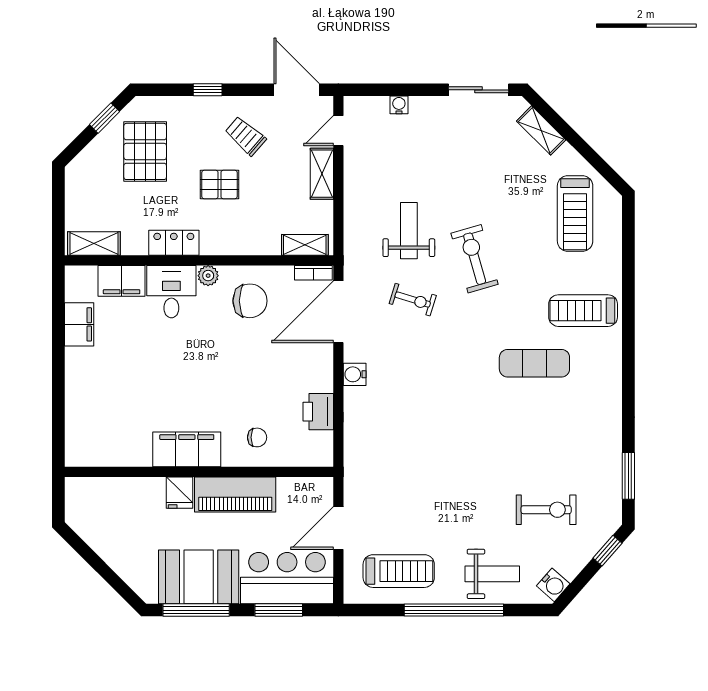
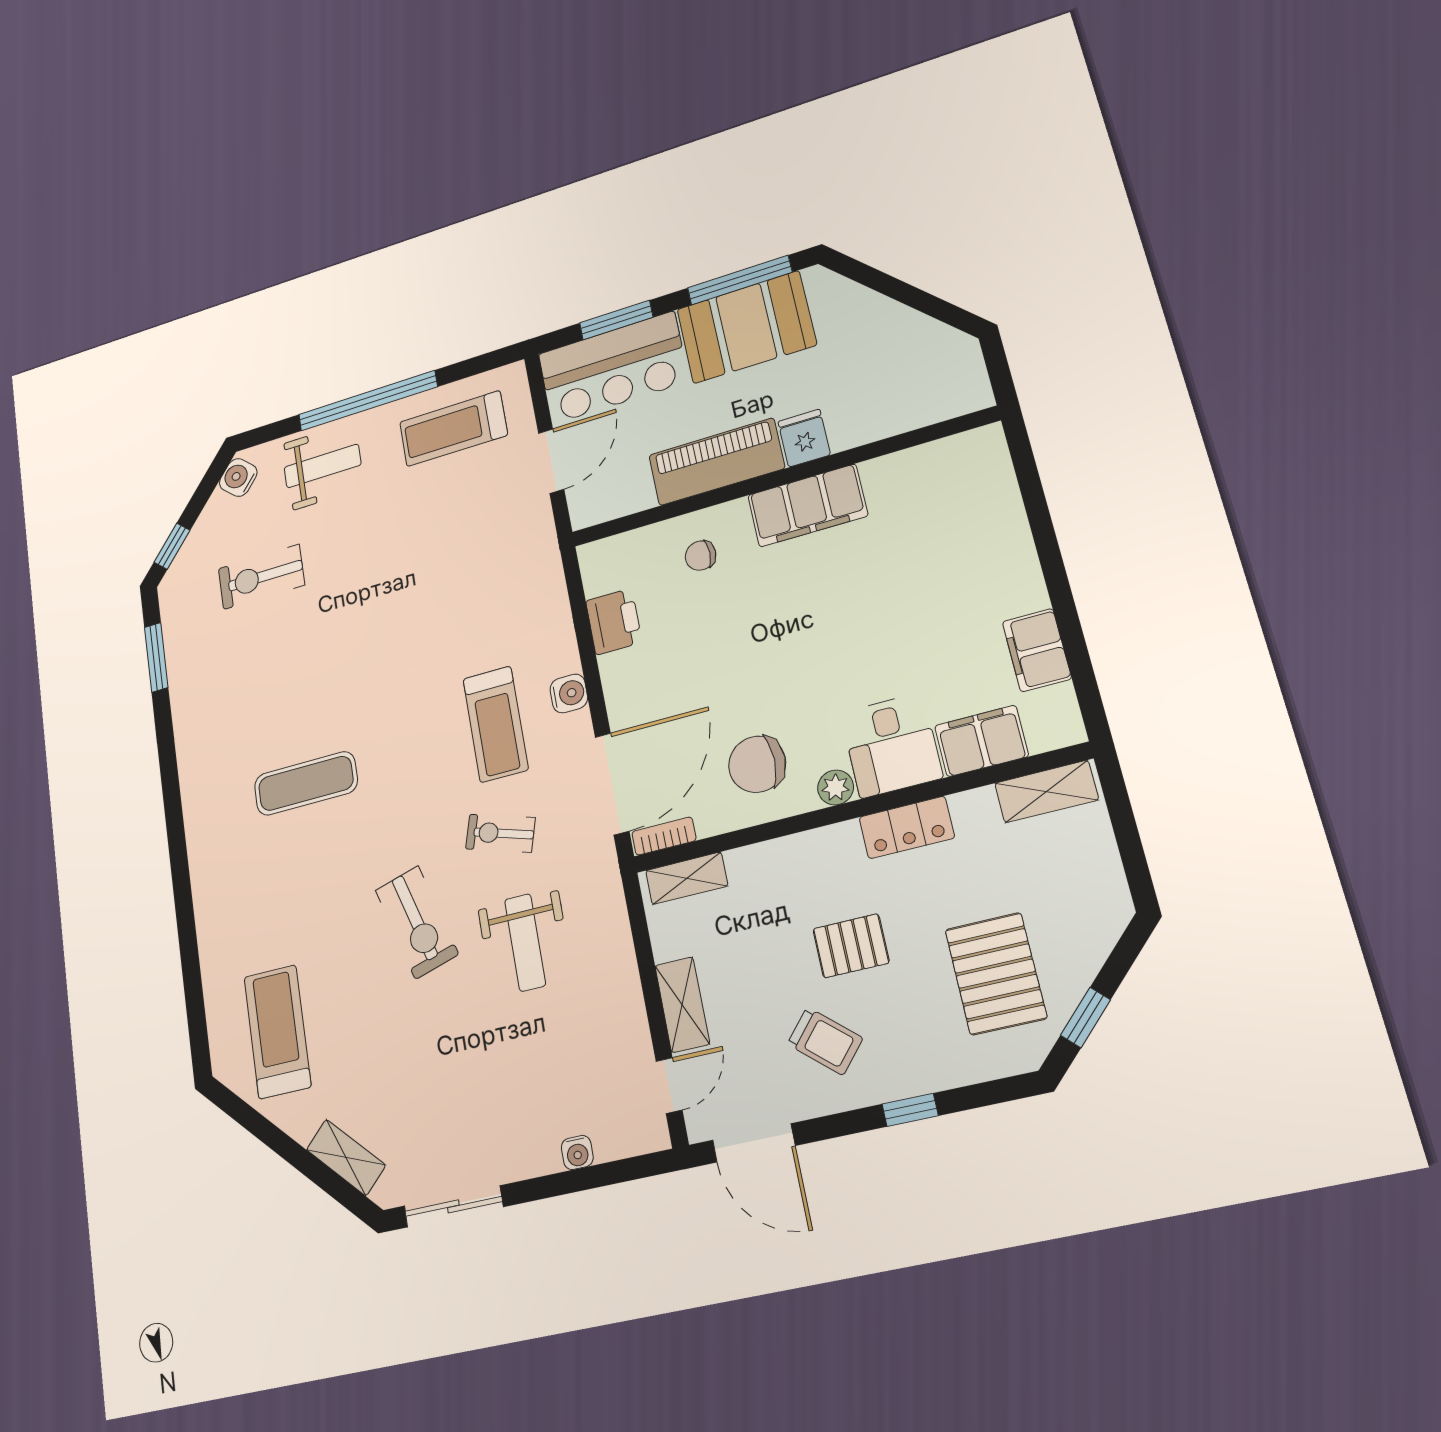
treadmill: (583, 311) -> (496, 724), moved, turned 90
weight bench: (492, 574) -> (323, 466), turned 180

